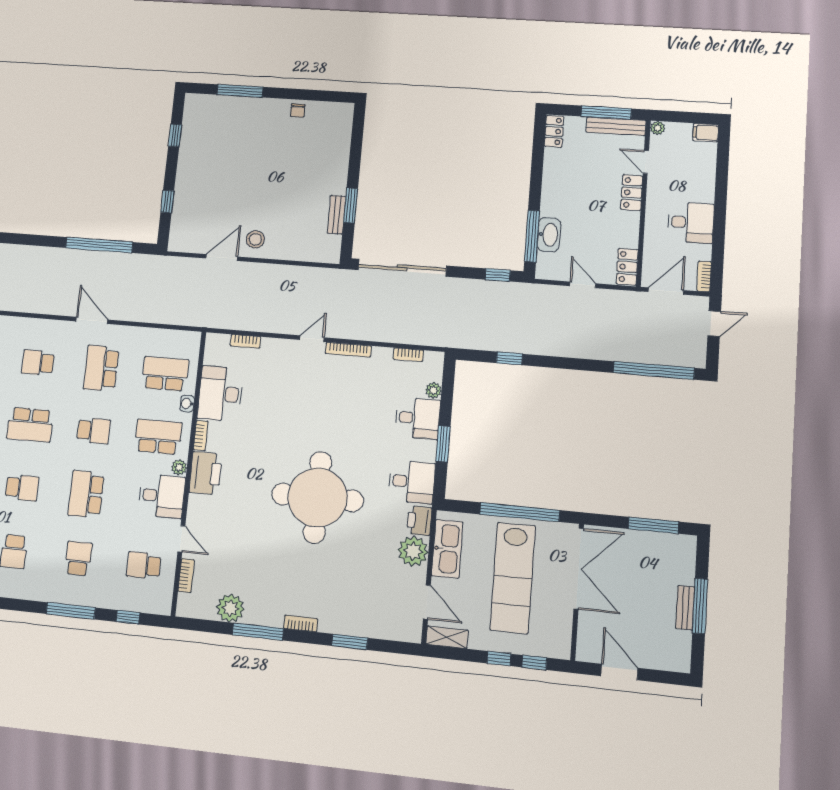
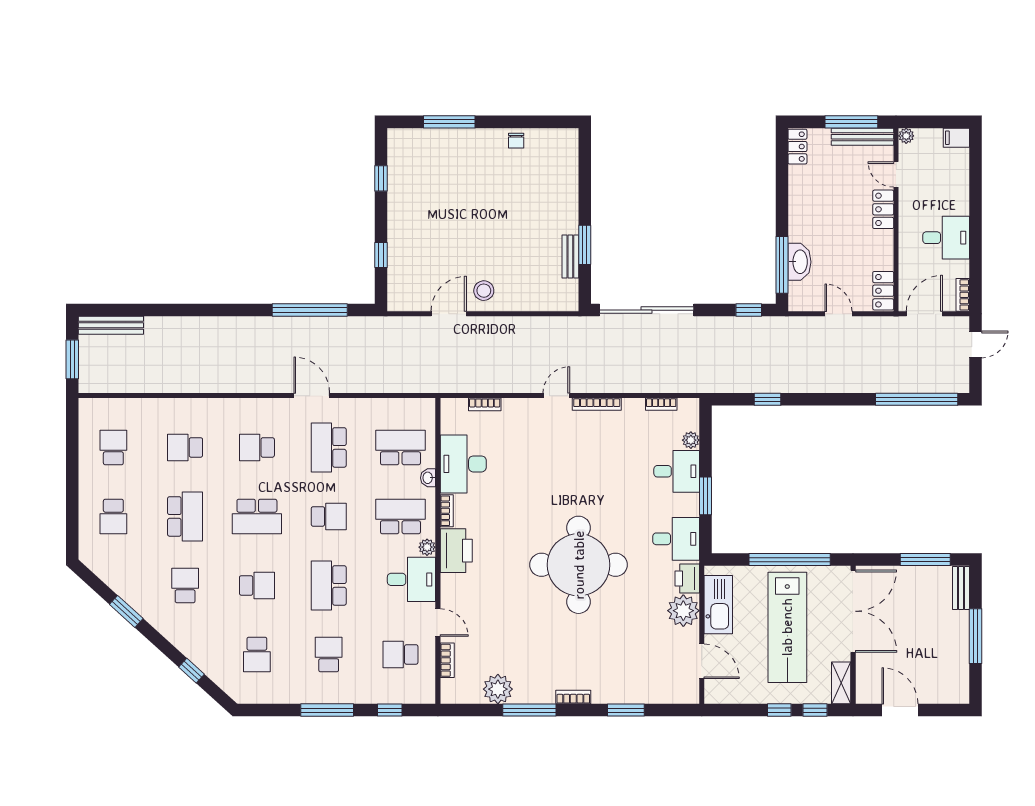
bench: (685, 608) -> (961, 588), moved
shelving: (447, 637) -> (841, 683), moved, turned 90

